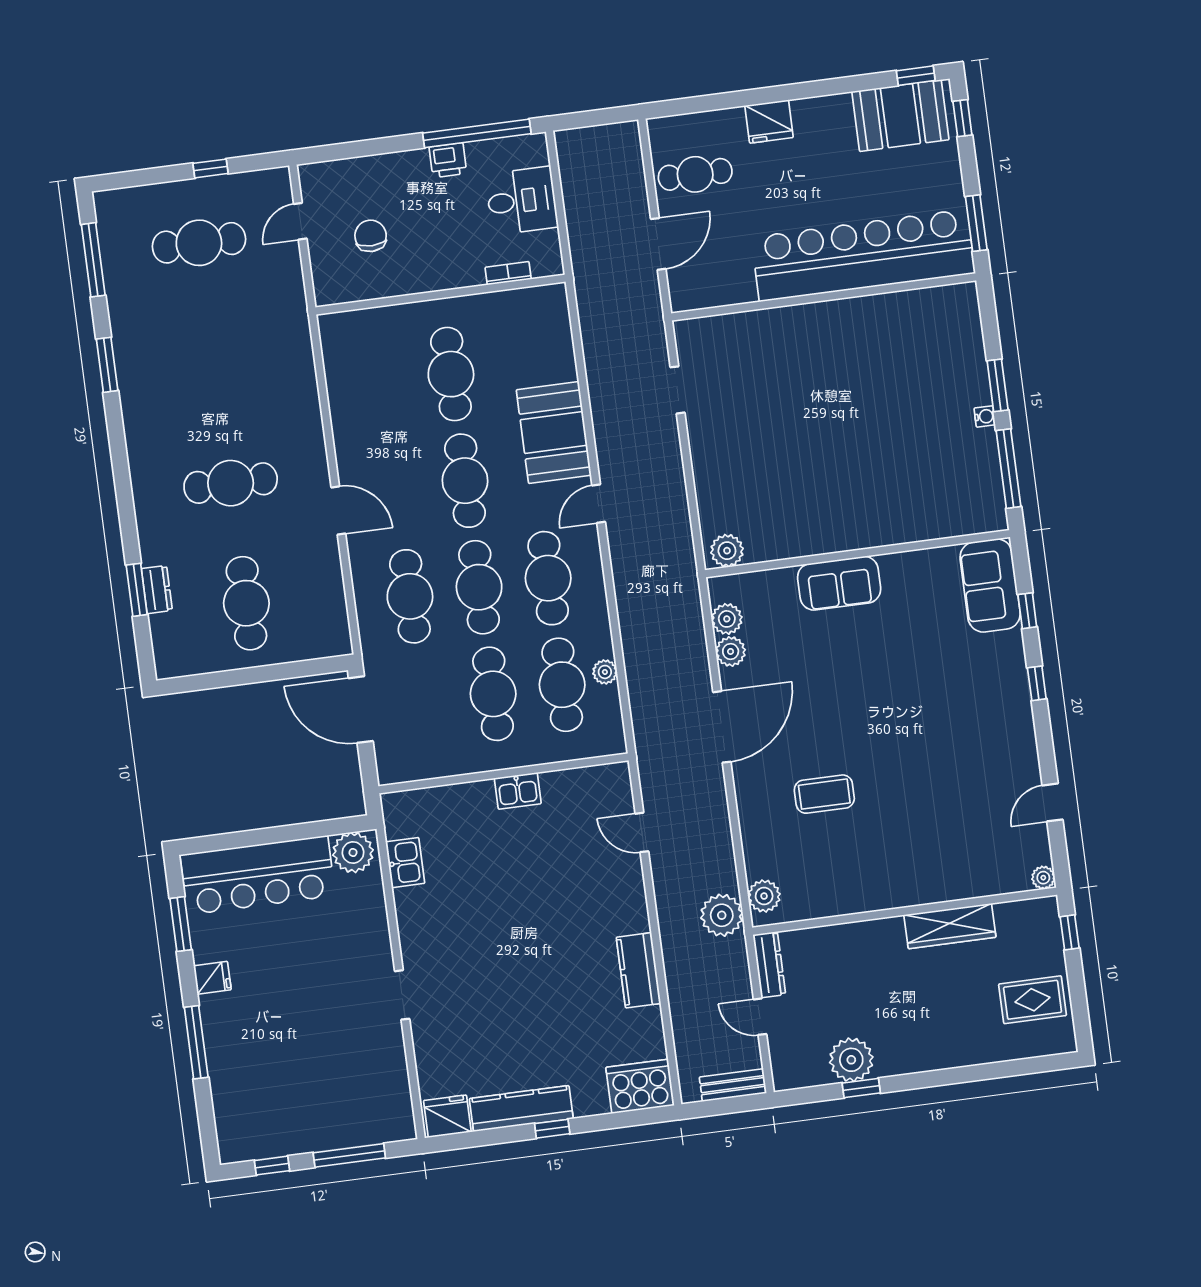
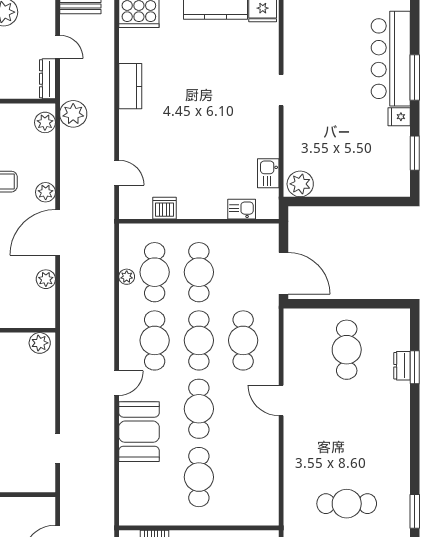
cafe table: (231, 483) -> (347, 504), moved
plant: (727, 619) -> (46, 192), moved
dishwasher: (560, 787) -> (164, 208), added
kitchen sink: (518, 791) -> (242, 209), moved
bar counter: (258, 875) -> (391, 59), moved, turned -90

